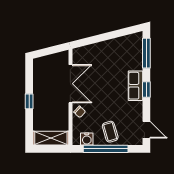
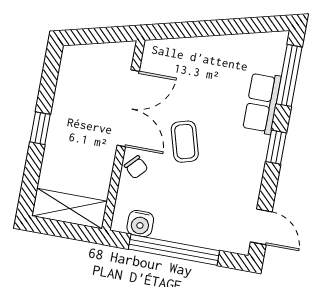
row of seats: (135, 86) -> (262, 103), moved
coffee table: (110, 132) -> (185, 142), moved

